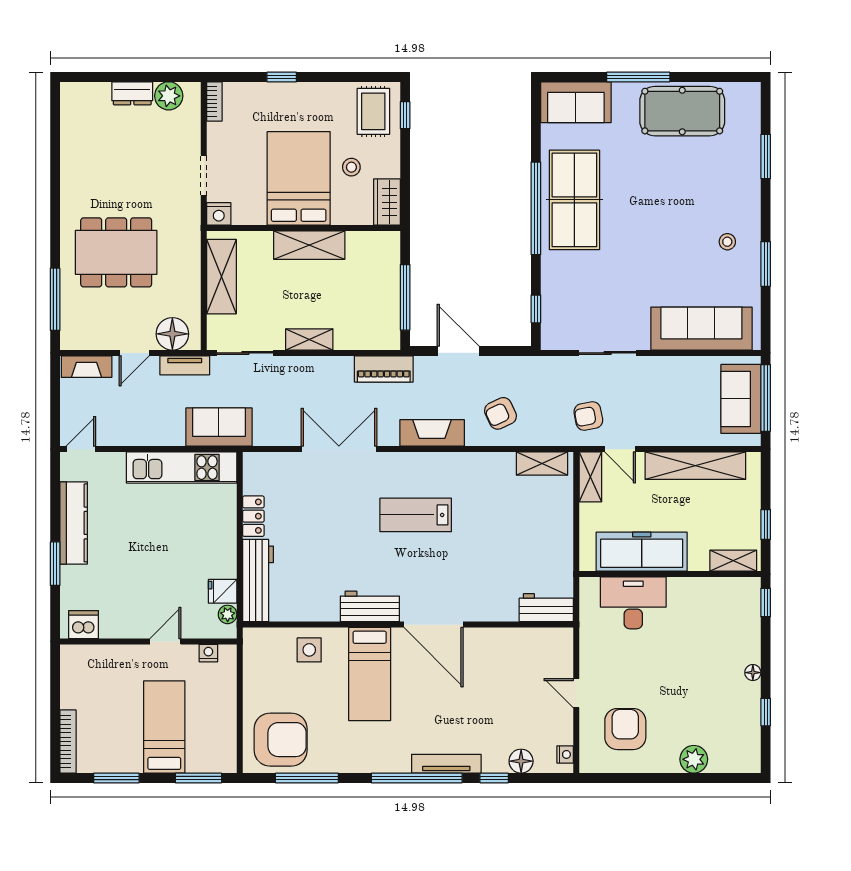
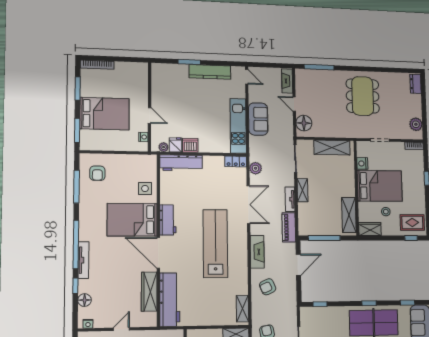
dresser: (132, 93) -> (416, 84), moved
window: (536, 128) -> (408, 303), added
window: (536, 208) -> (369, 303), width x0.32
nightstand: (219, 214) -> (362, 163), moved
shelving: (309, 245) -> (349, 215), moved
dining table: (116, 252) -> (363, 96), moved
tv unit: (185, 365) -> (290, 199), moved
armchair: (500, 413) -> (268, 287), turned -89
sofa: (219, 427) -> (258, 119), moved
plant: (266, 434) -> (256, 168), added
lab bench: (416, 515) -> (215, 244), width x1.86, depth x1.39
locker: (253, 516) -> (236, 161), moved
workbench: (546, 608) -> (170, 300), width x1.88, depth x1.32
dishwasher: (84, 625) -> (190, 145), moved, turned -90
door: (433, 625) -> (158, 253), hinge flipped
wardrobe: (507, 642) -> (149, 292), added
bed: (370, 674) -> (132, 220), width x1.50
bed: (164, 727) -> (104, 114), width x1.50
armchair: (281, 740) -> (97, 173), width x0.53, depth x0.53

